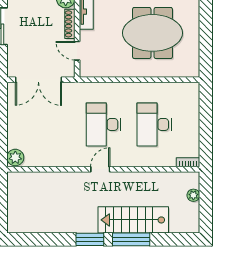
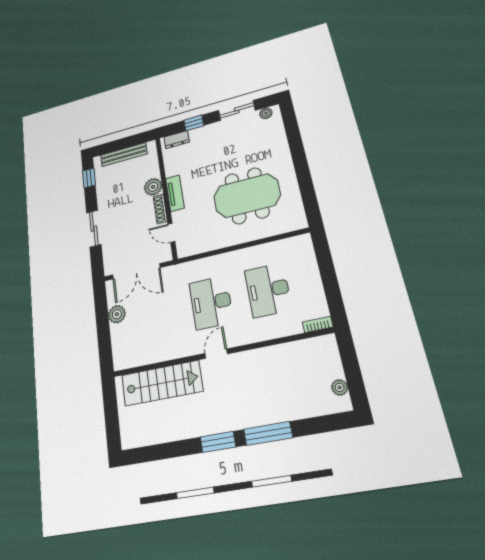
plant: (15, 158) -> (117, 314), moved
plant: (193, 195) -> (340, 387), moved
stairs: (133, 220) -> (162, 383), moved, turned 180

